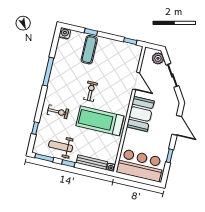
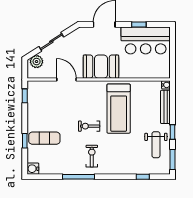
door: (136, 81) -> (66, 80), hinge flipped
exercise bike: (58, 112) -> (92, 156), moved
bar counter: (140, 165) -> (146, 40), moved, turned -90

